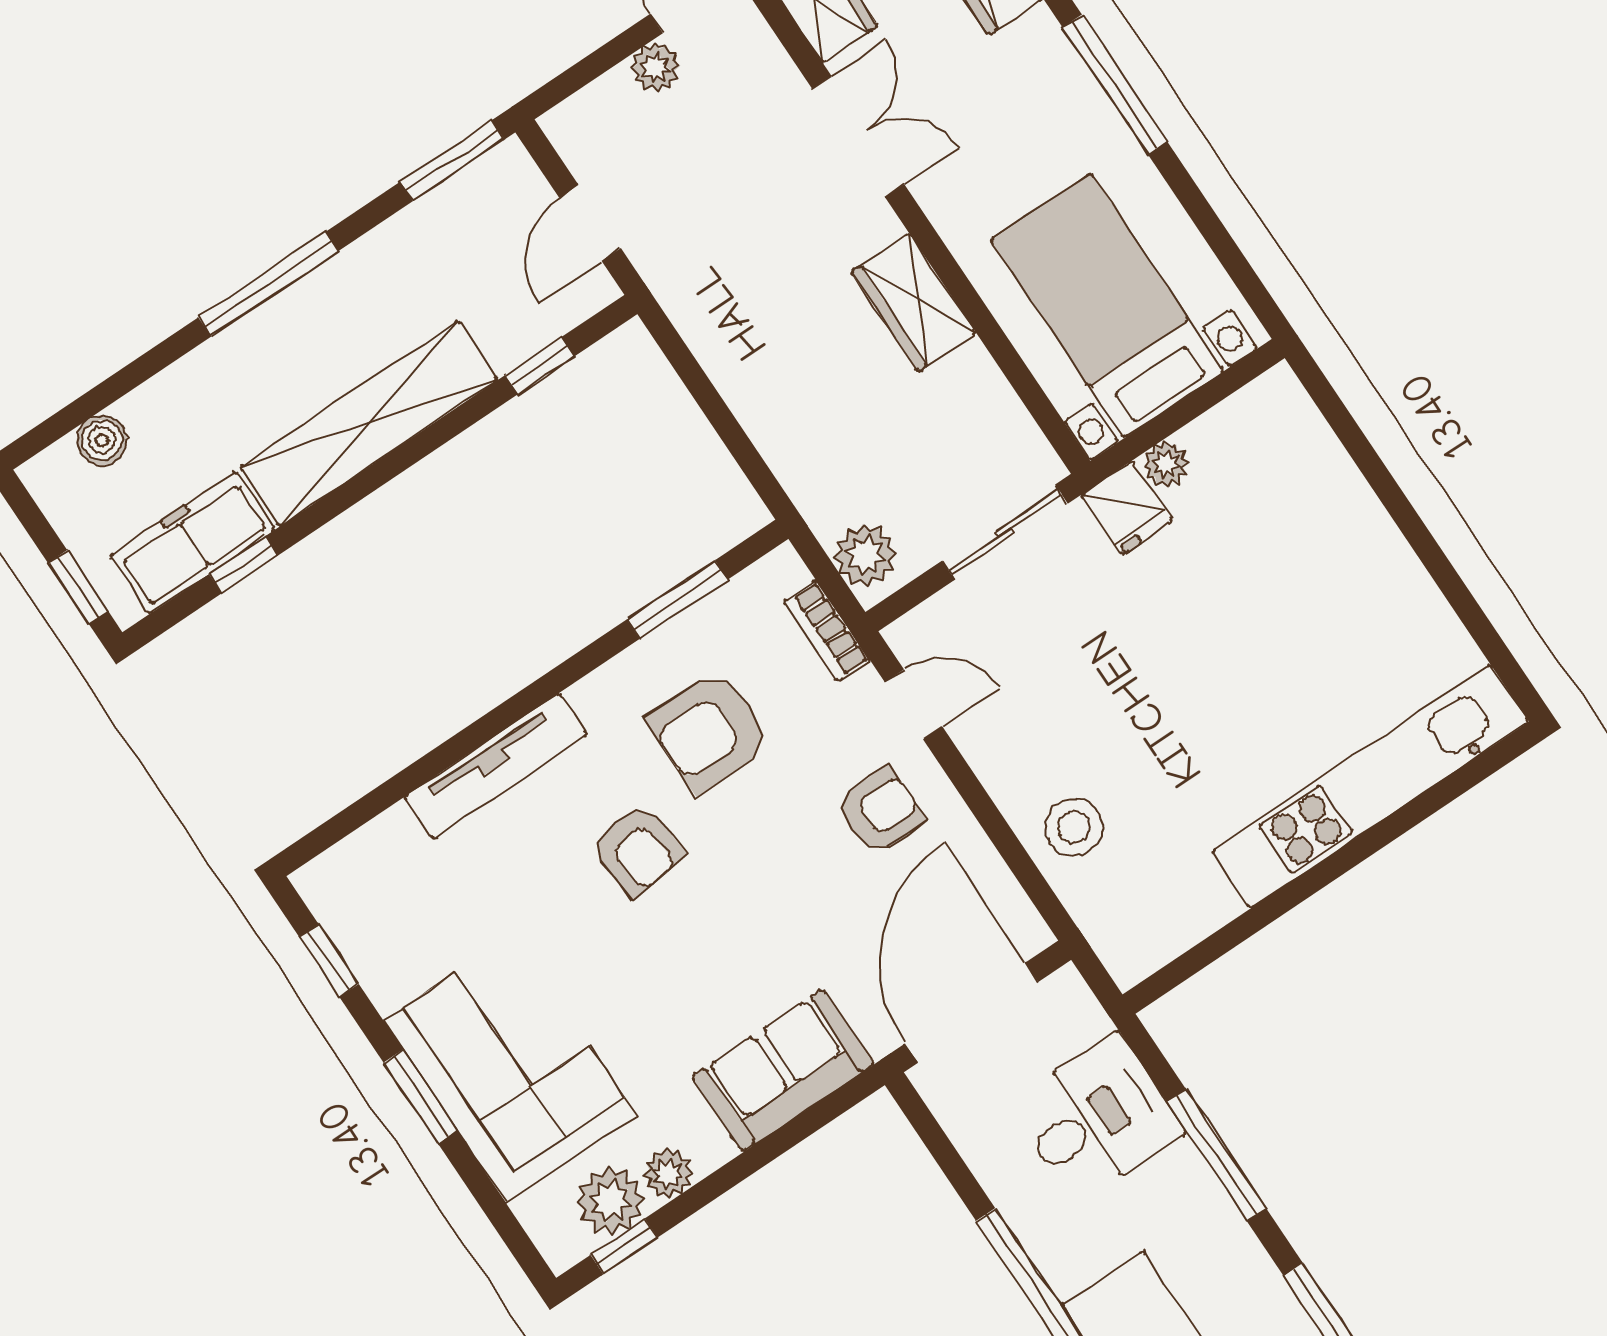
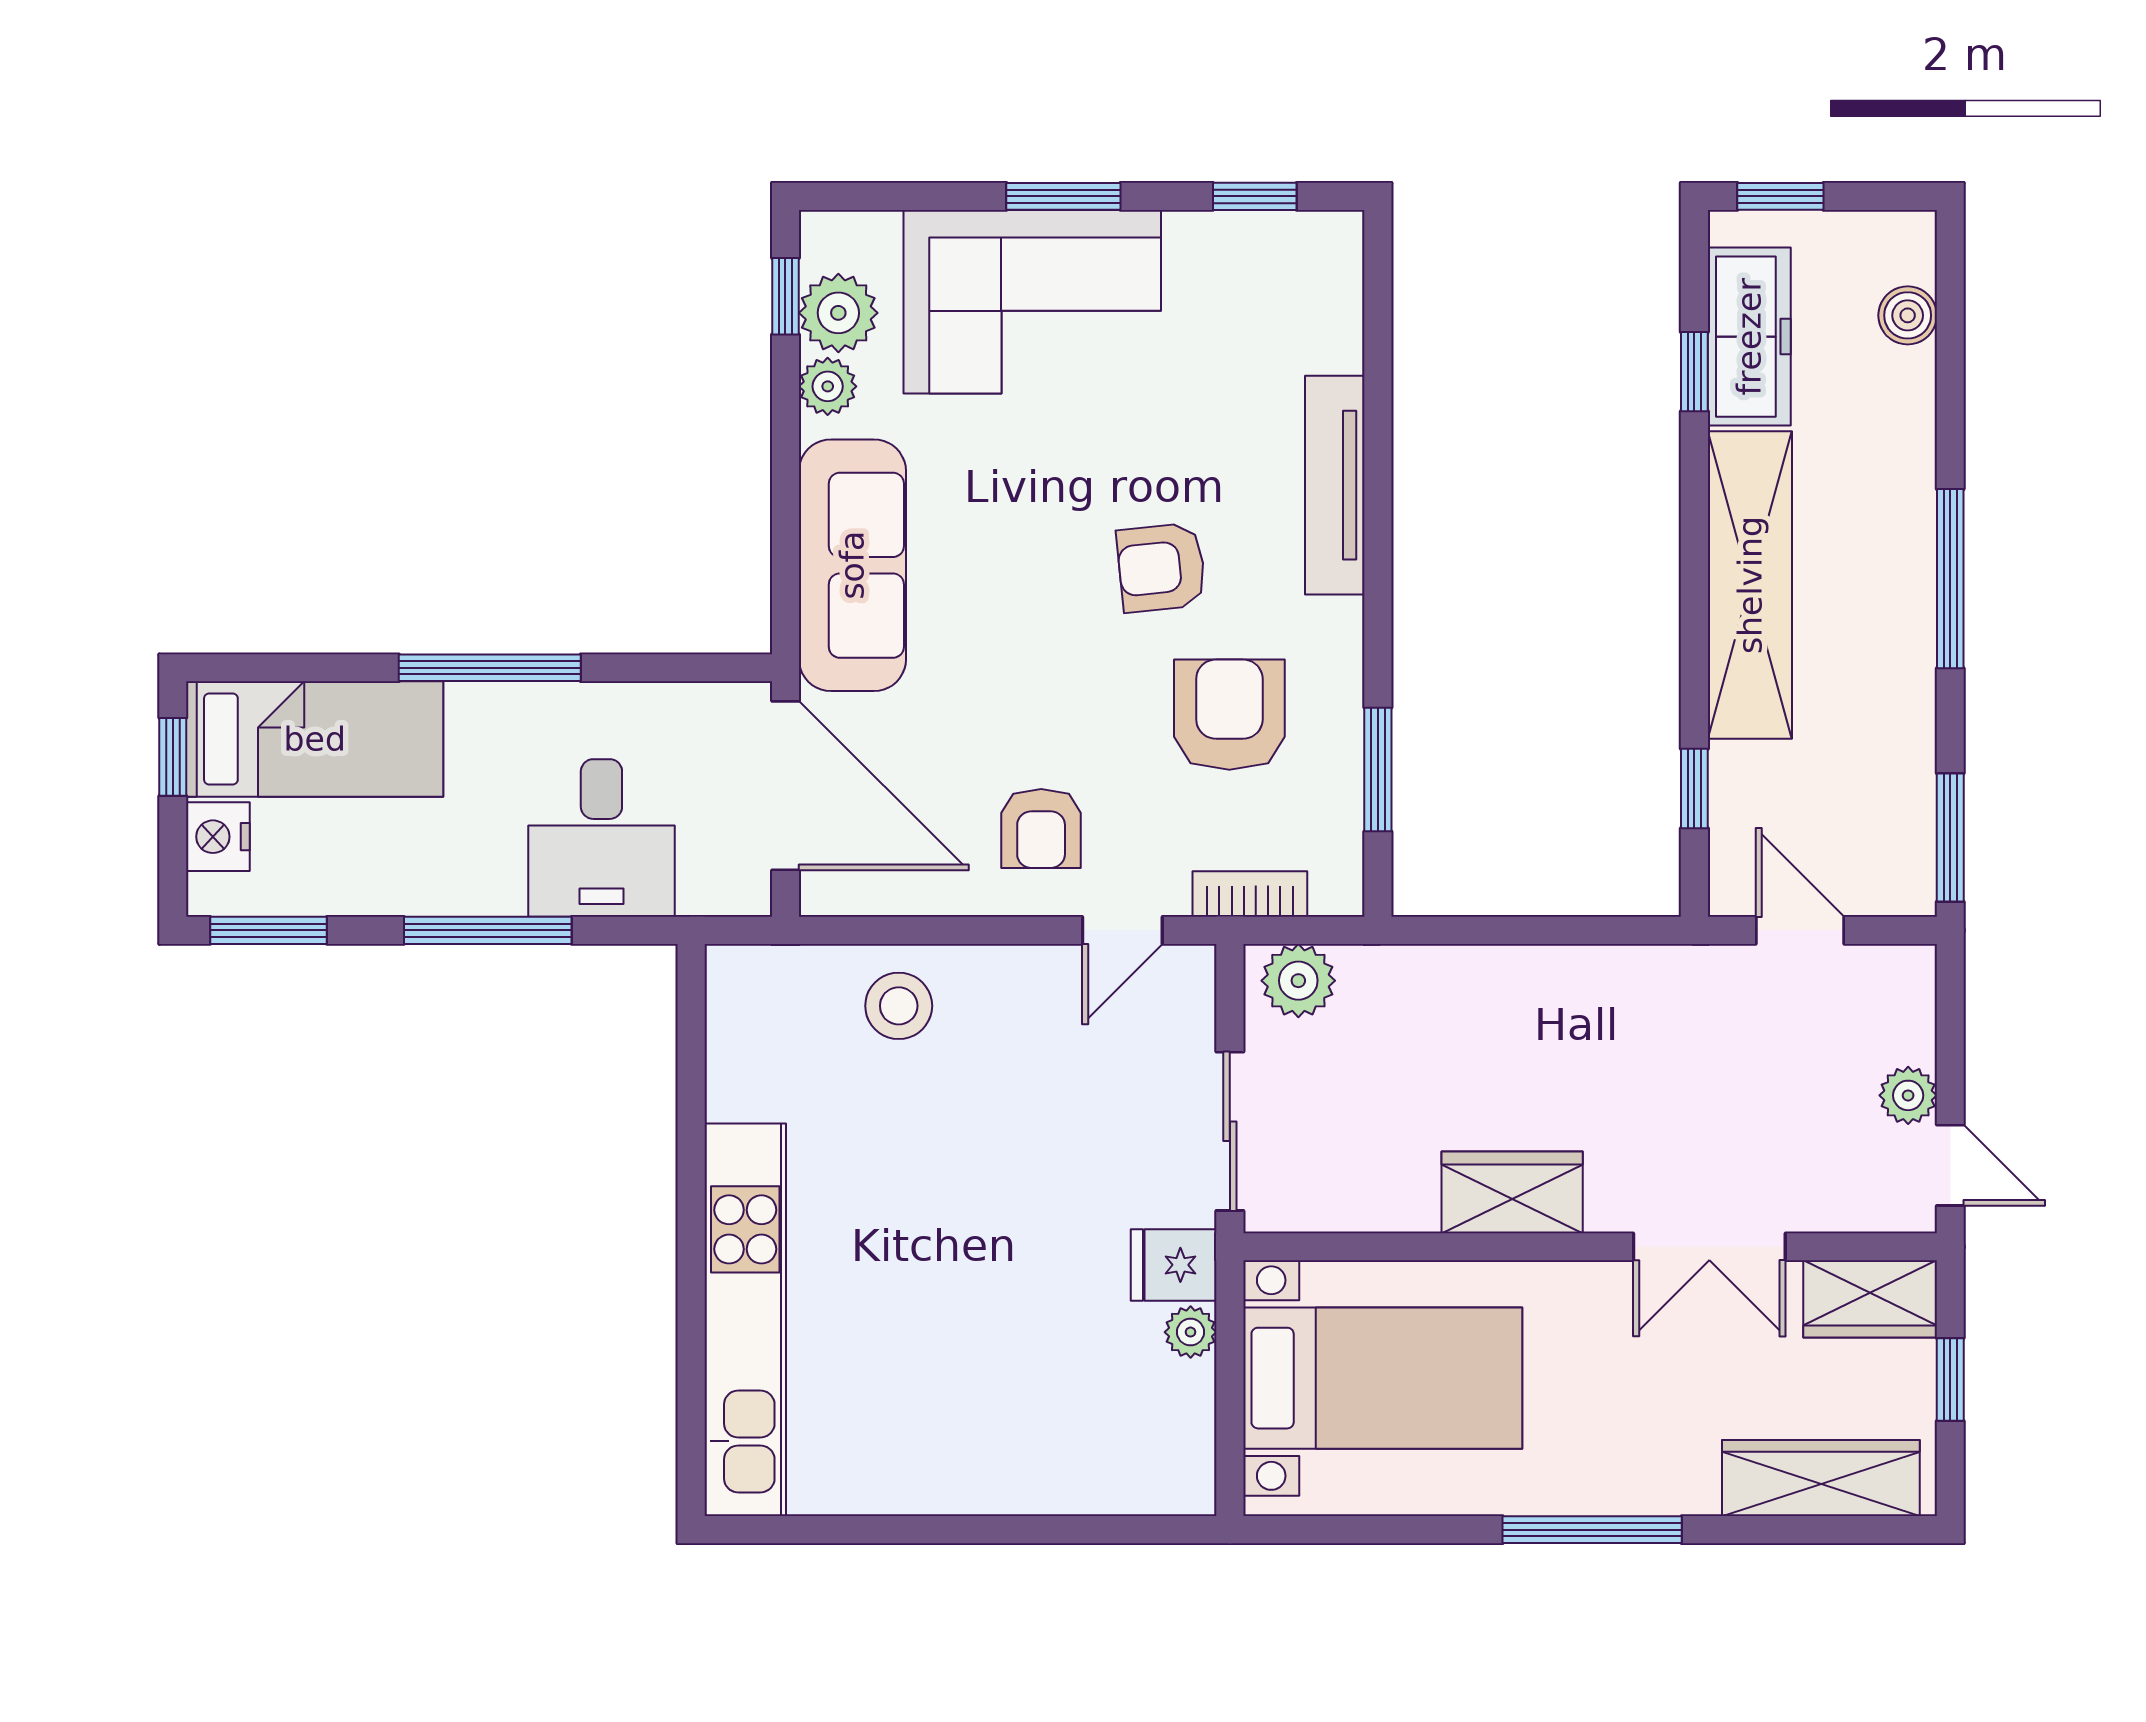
sofa: (783, 1070) -> (852, 565), width x1.36

